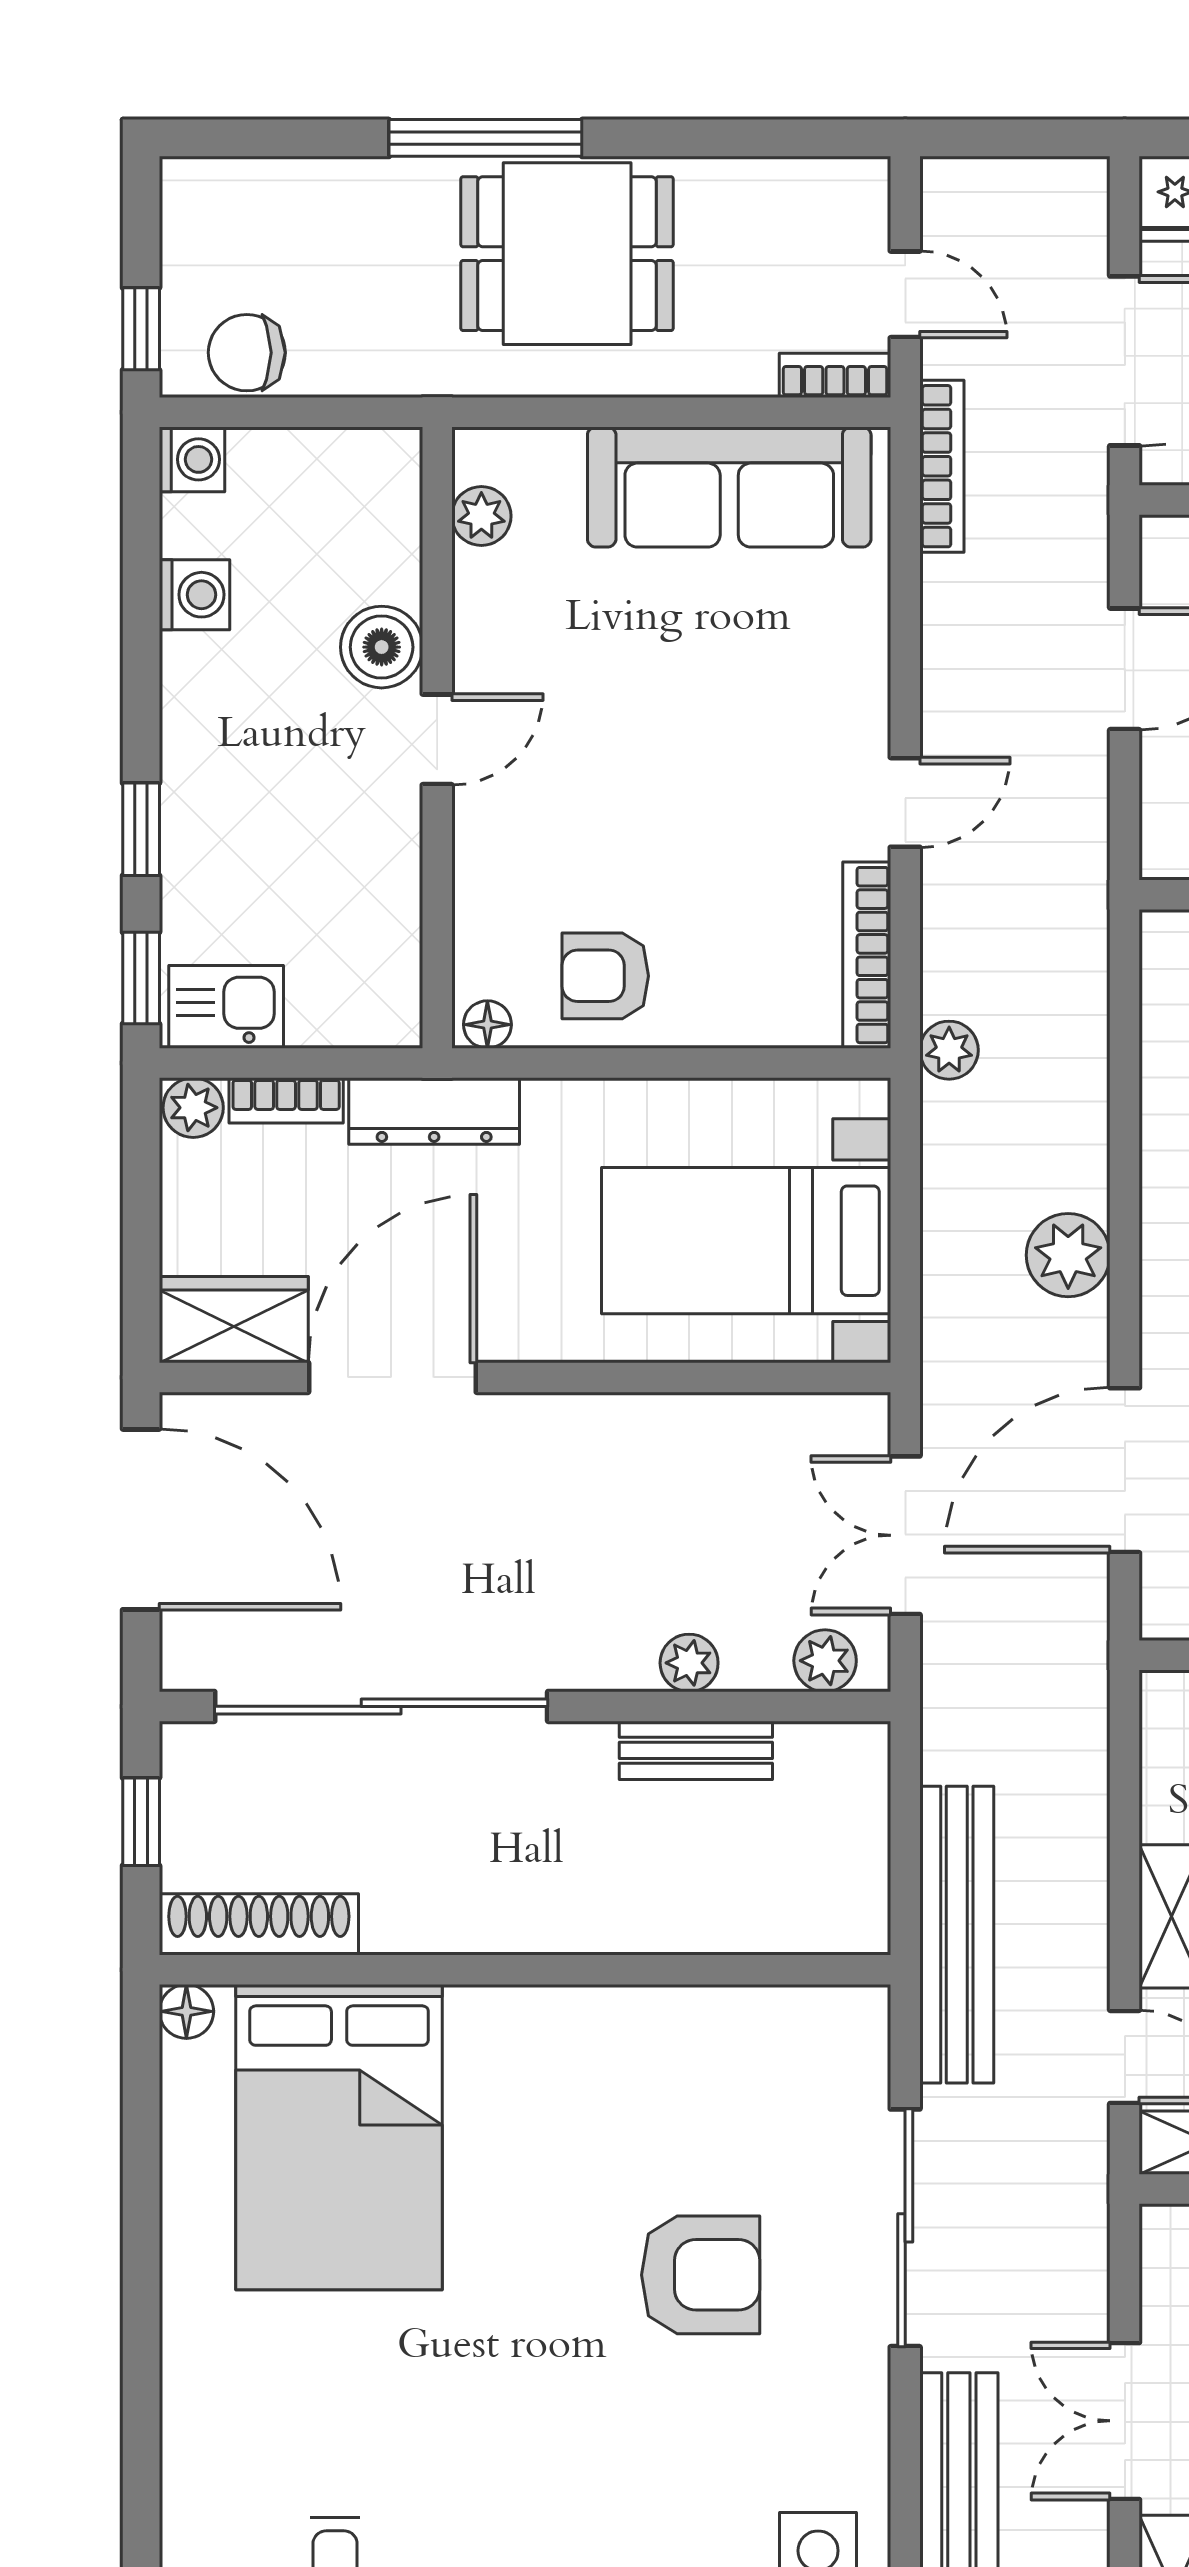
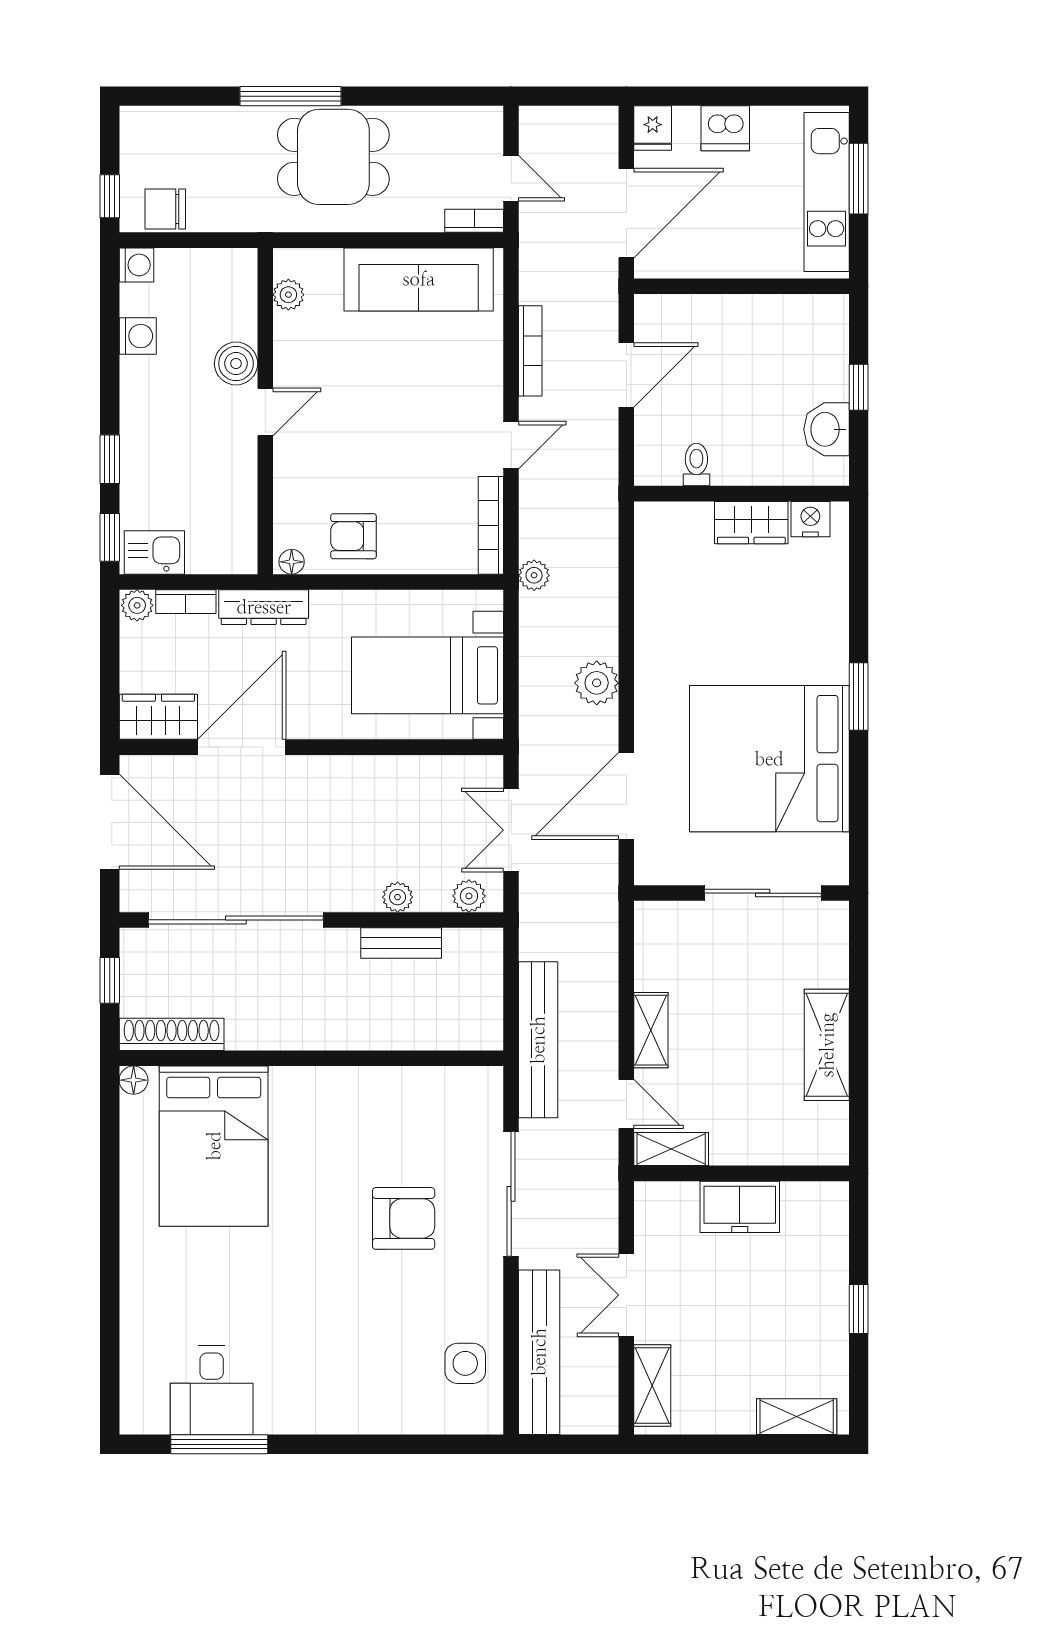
bookcase: (942, 466) -> (530, 351), moved

